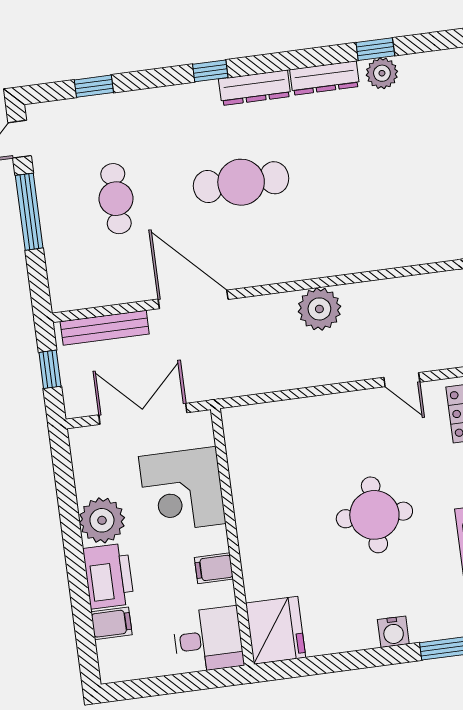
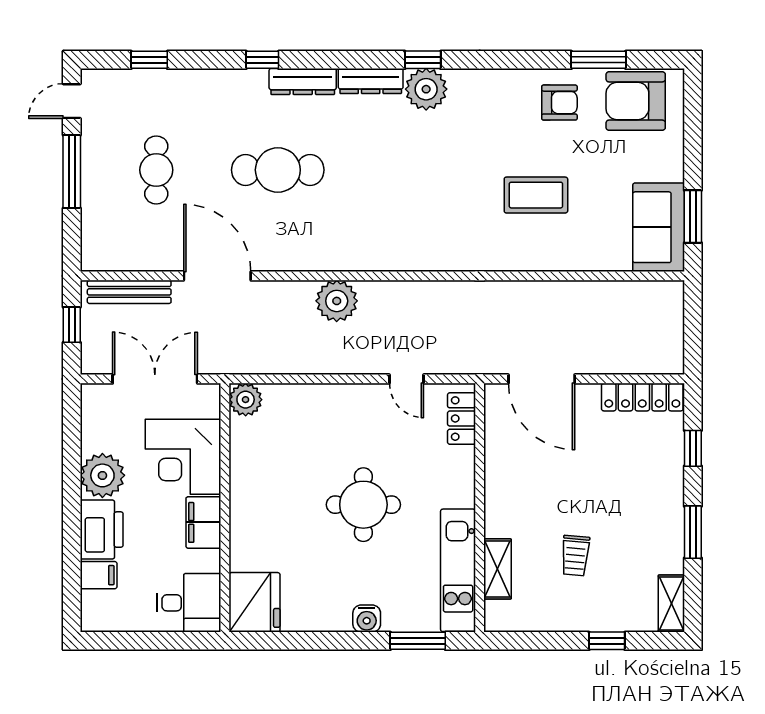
plant: (382, 73) -> (426, 89), width x1.36, depth x1.36
plant: (239, 423) -> (246, 400), added
filing cabinet: (214, 568) -> (203, 522), width x2.00

